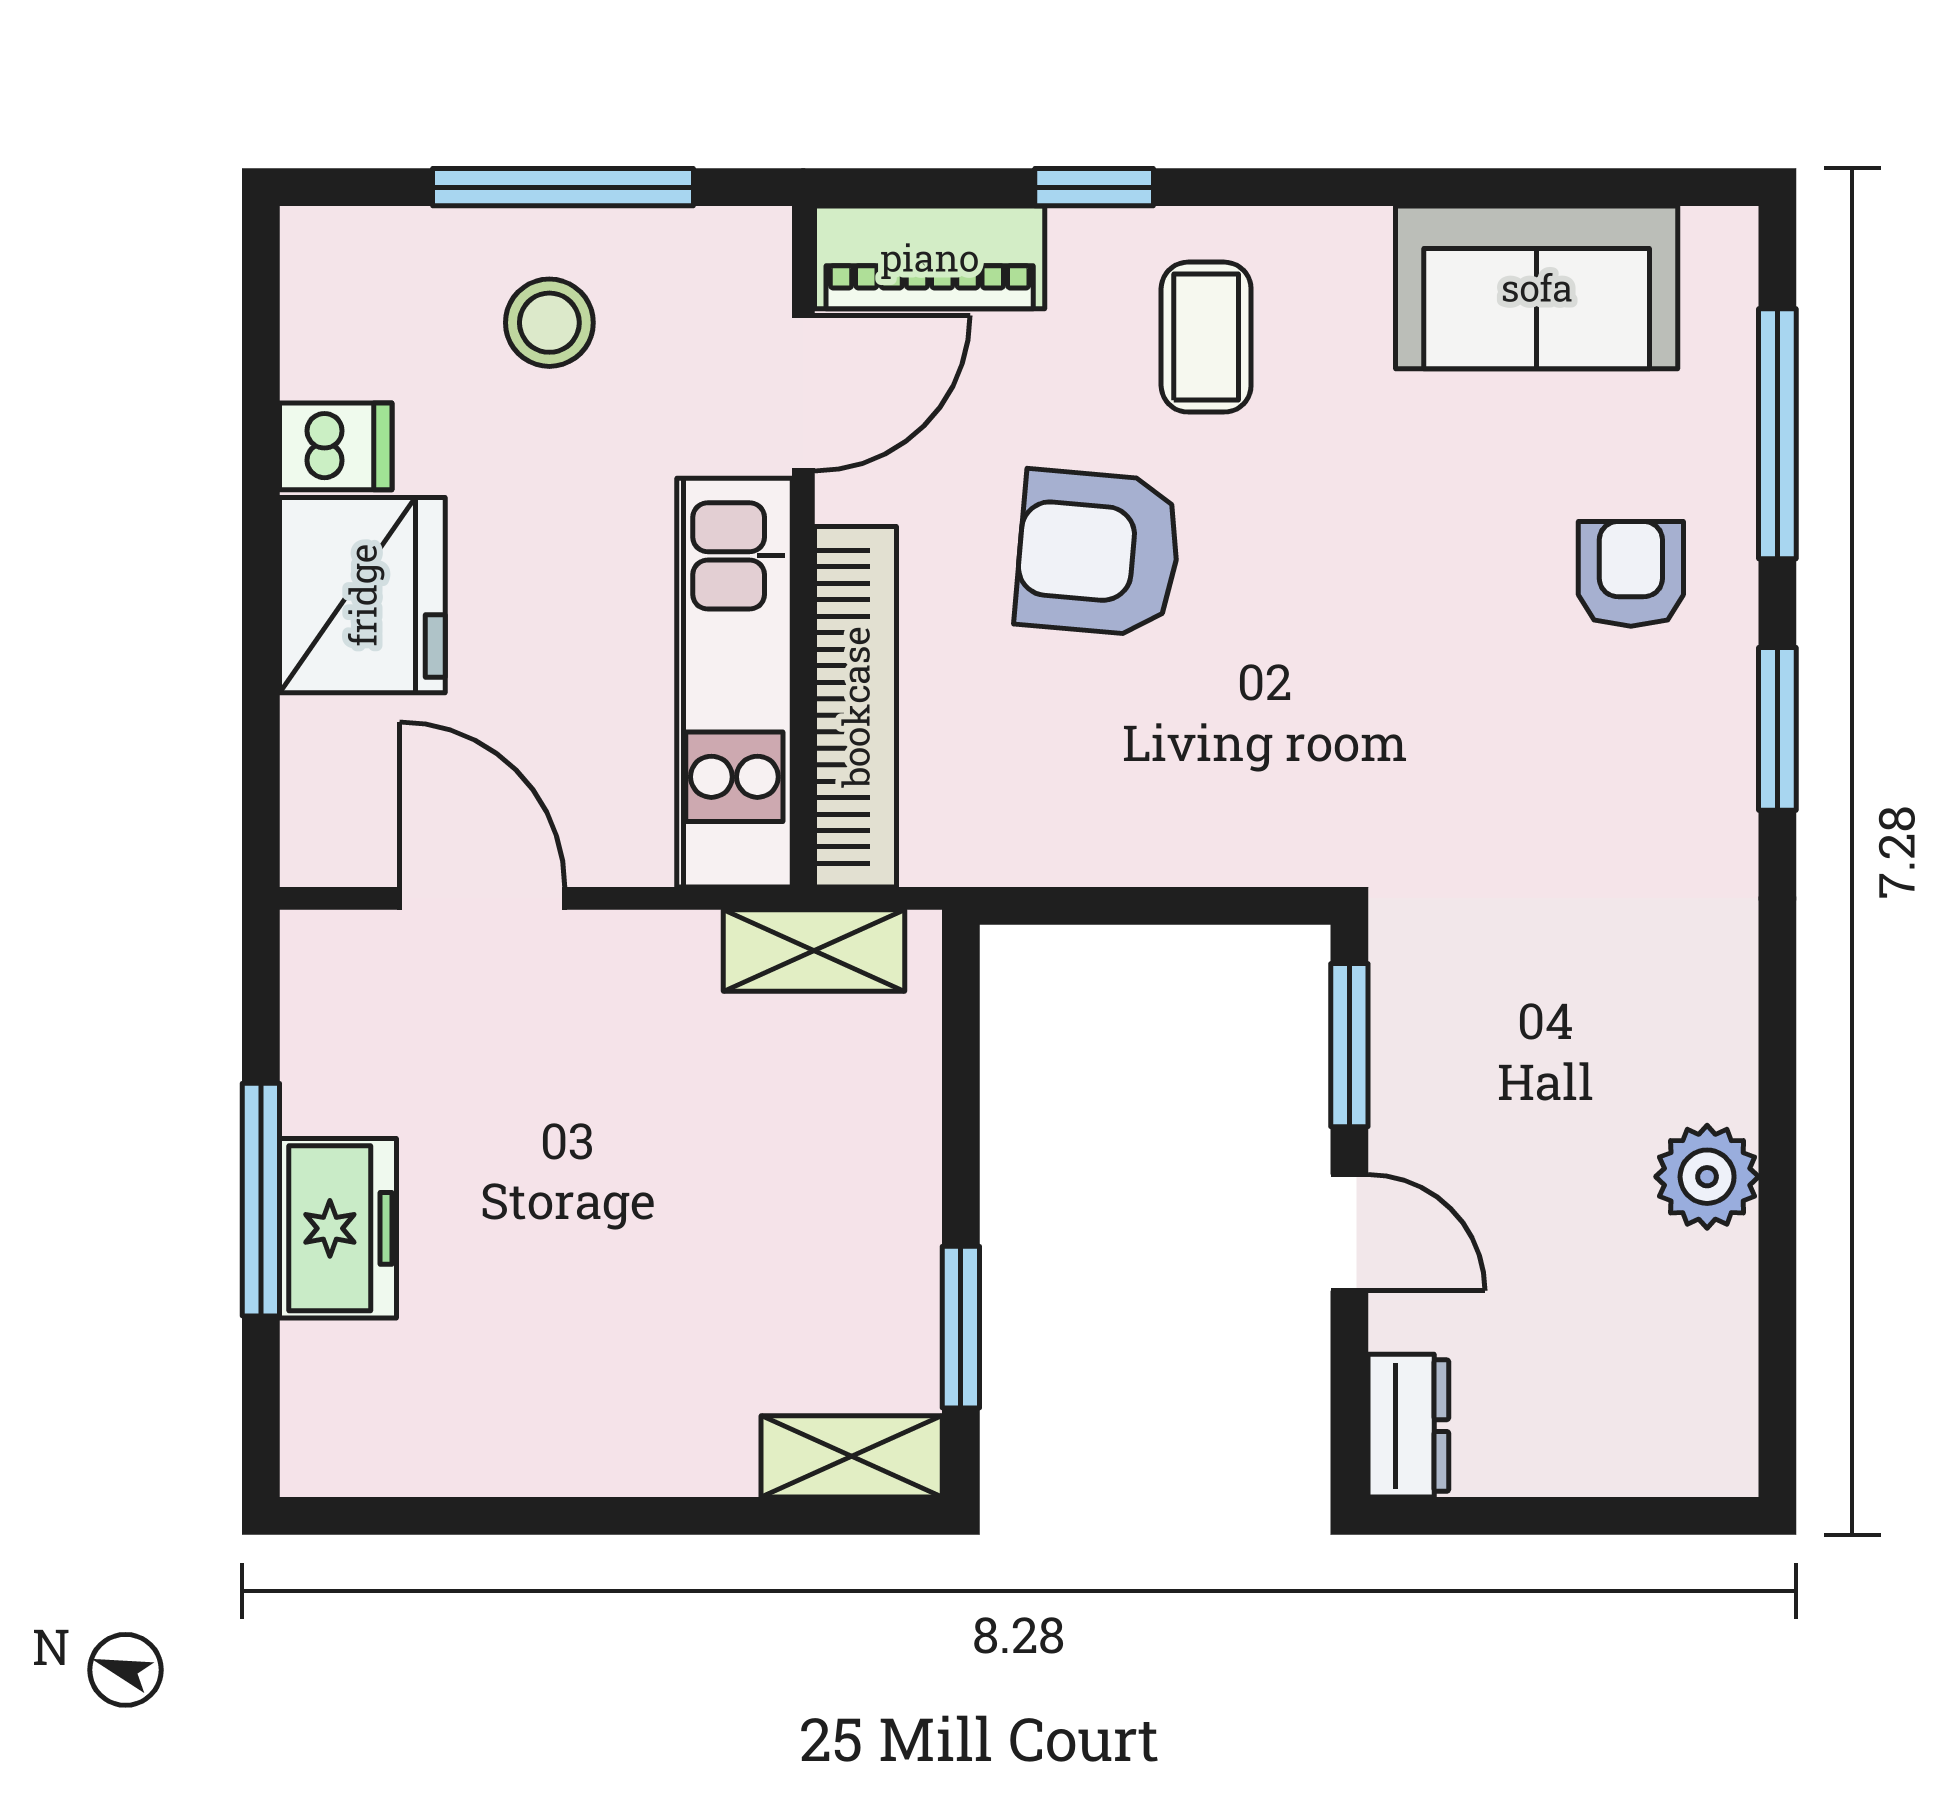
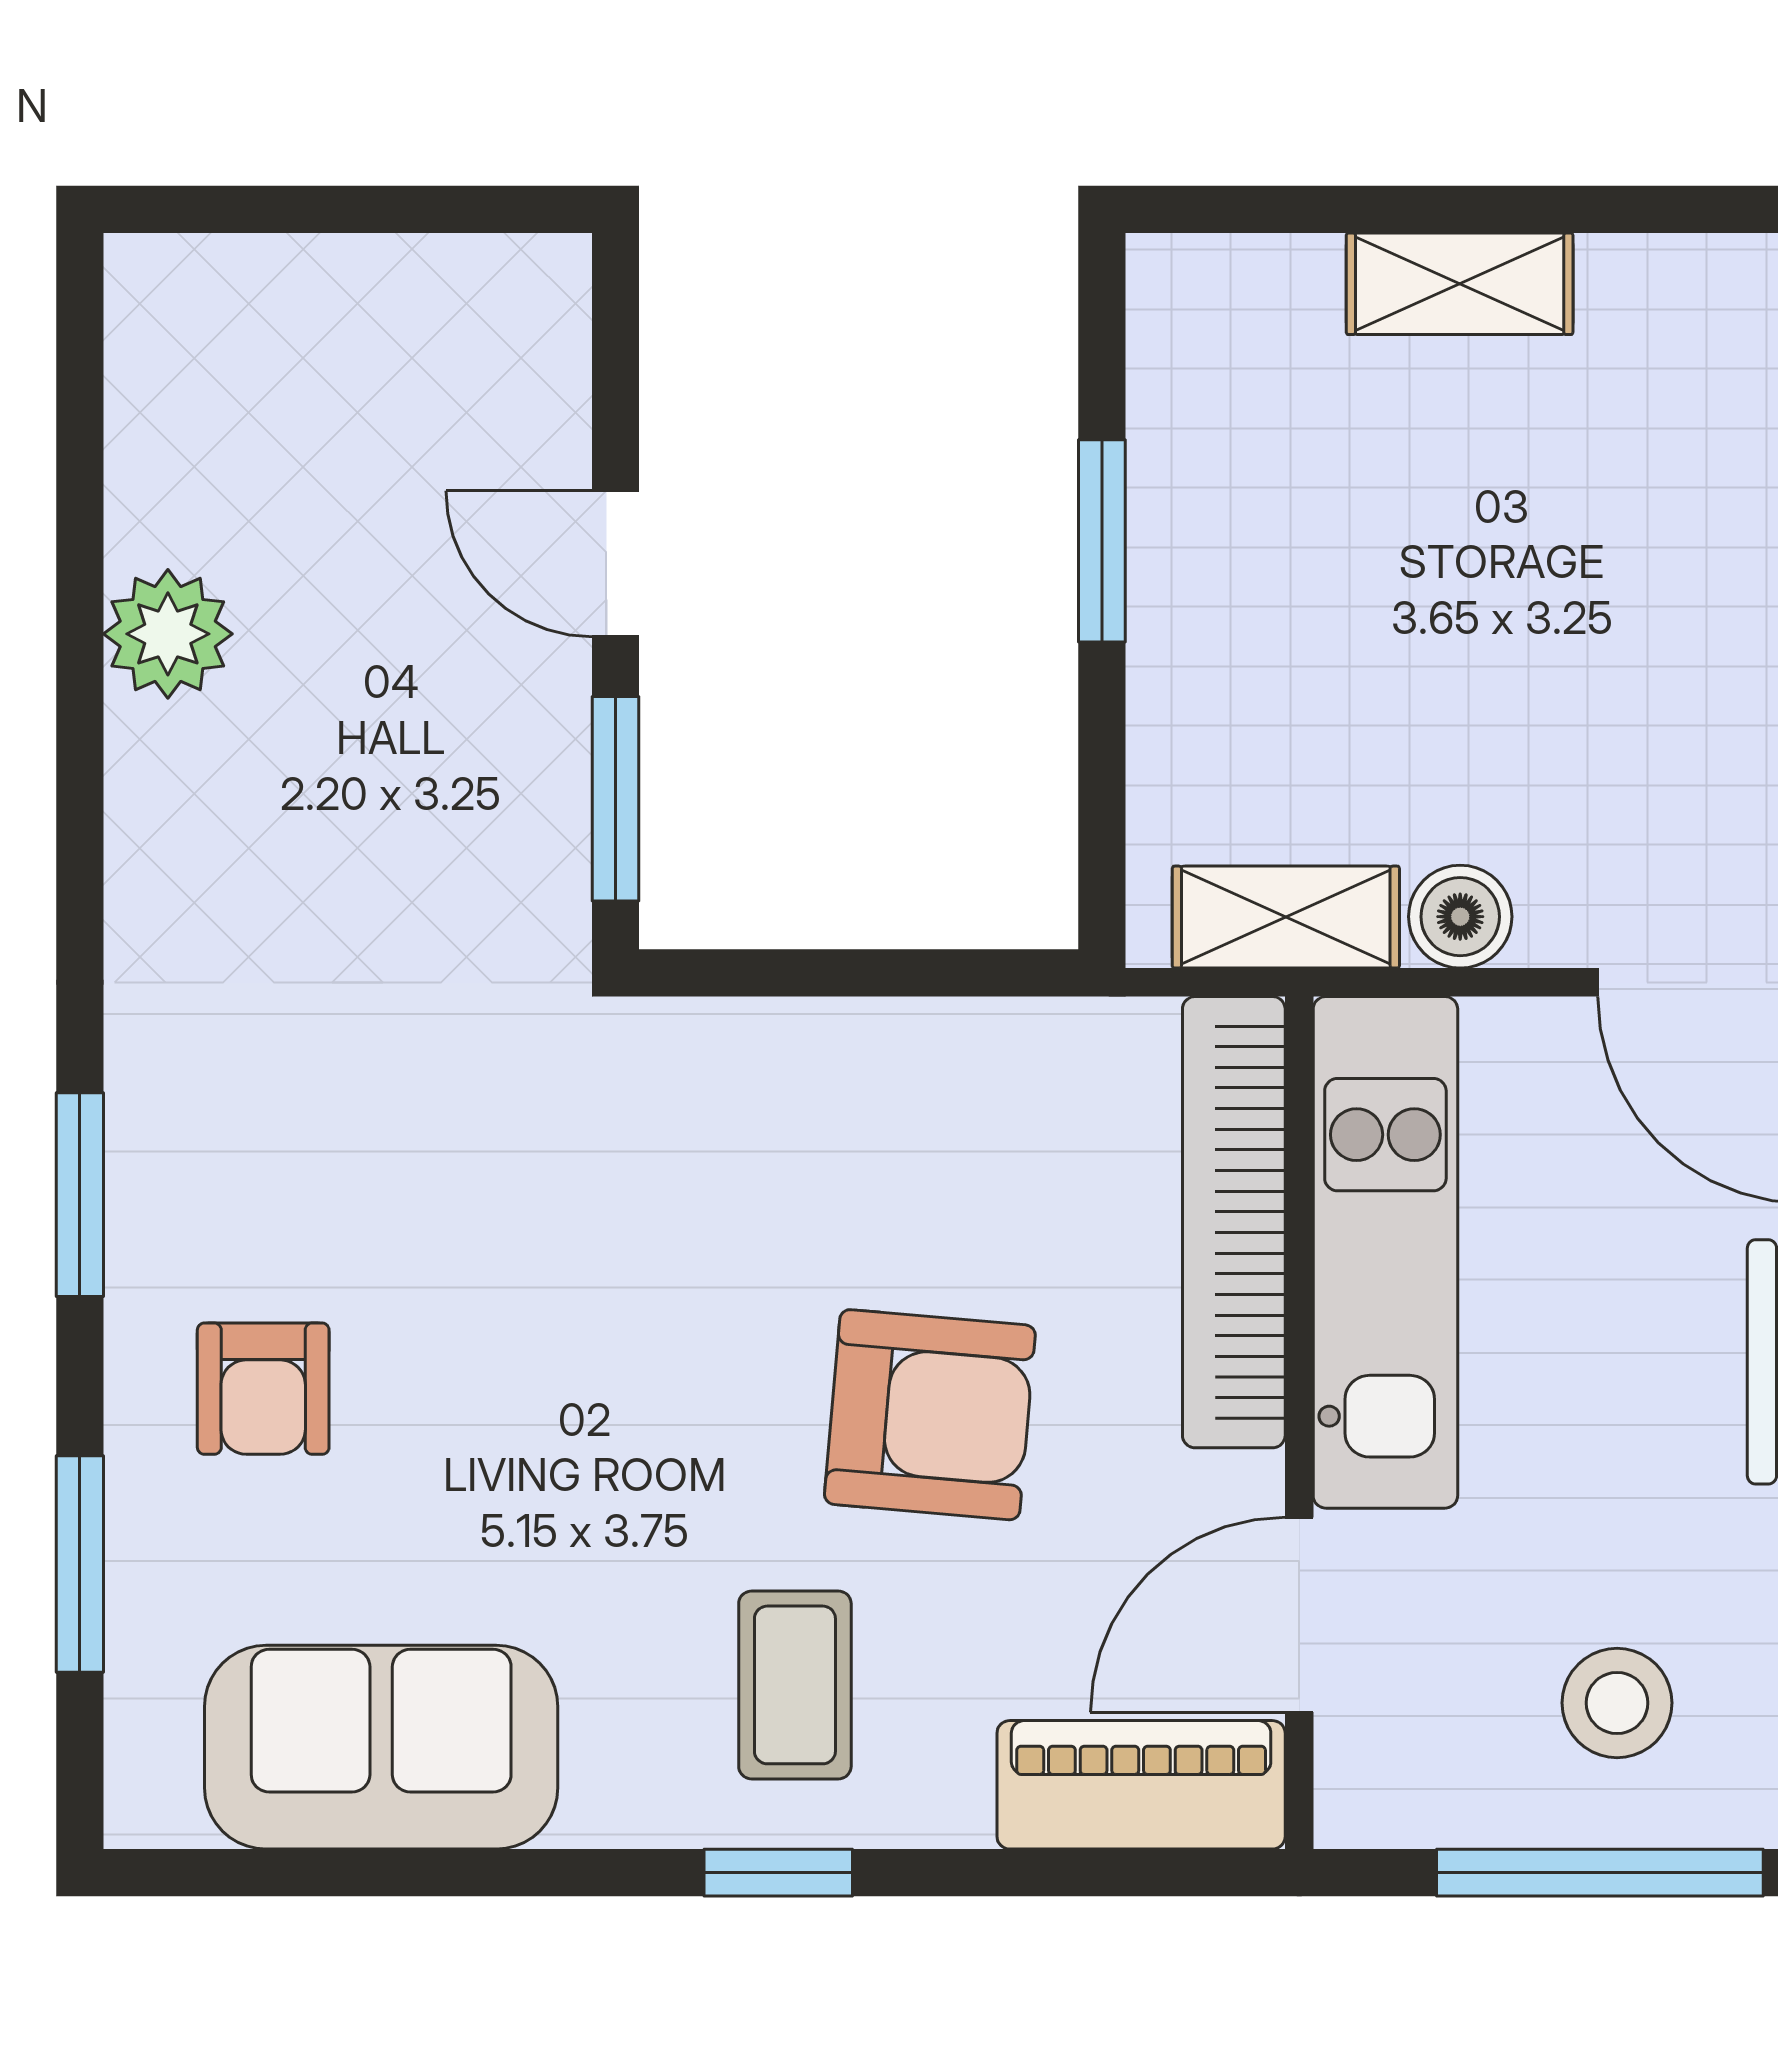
window: (1094, 187) -> (778, 1873), moved
window: (1777, 434) -> (80, 1564), width x0.69
boiler: (675, 951) -> (1460, 917), added
window: (961, 1327) -> (1102, 541), moved
dresser: (1408, 1426) -> (542, 322), removed
shelving: (852, 1456) -> (1460, 284), moved

